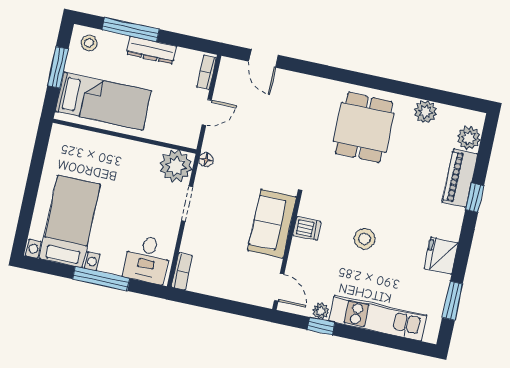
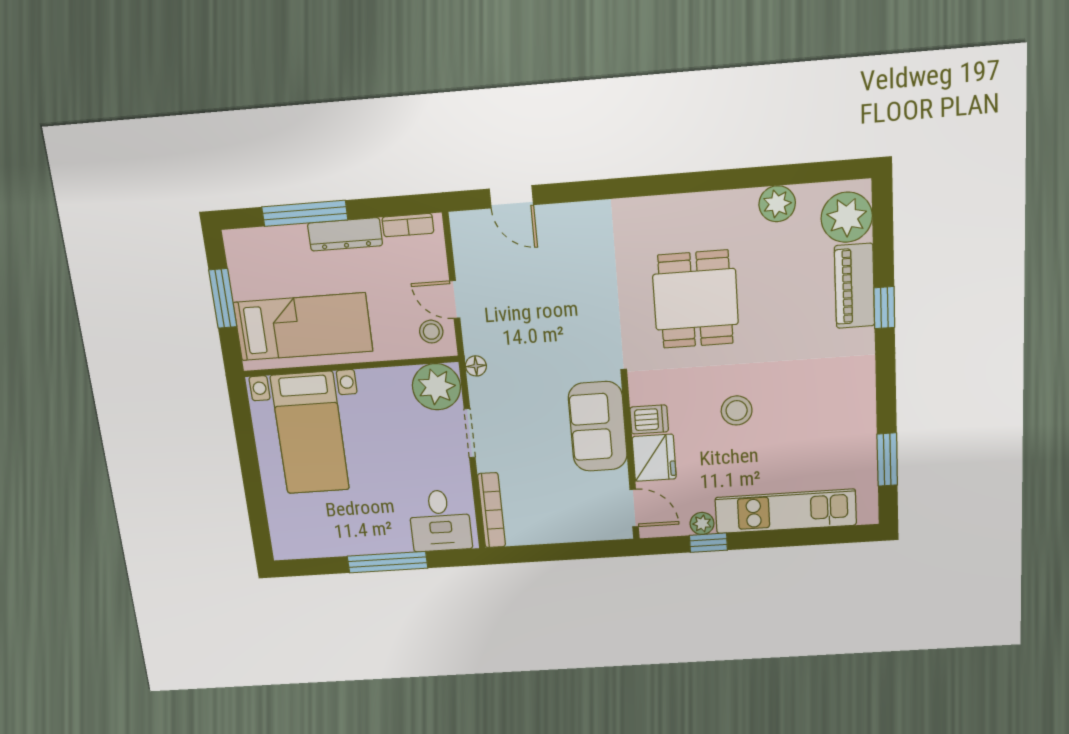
stool: (89, 43) -> (431, 332), moved
bookcase: (207, 72) -> (408, 225), moved, turned -90
door: (207, 112) -> (455, 299), swing flipped
dining table: (364, 127) -> (696, 299), moved
plant: (469, 138) -> (847, 217), width x1.36, depth x1.36
bed with nightstands: (70, 221) -> (310, 433), moved, turned 180
fridge: (441, 256) -> (654, 458), moved, turned 180
bookcase: (182, 271) -> (492, 510), width x1.56

